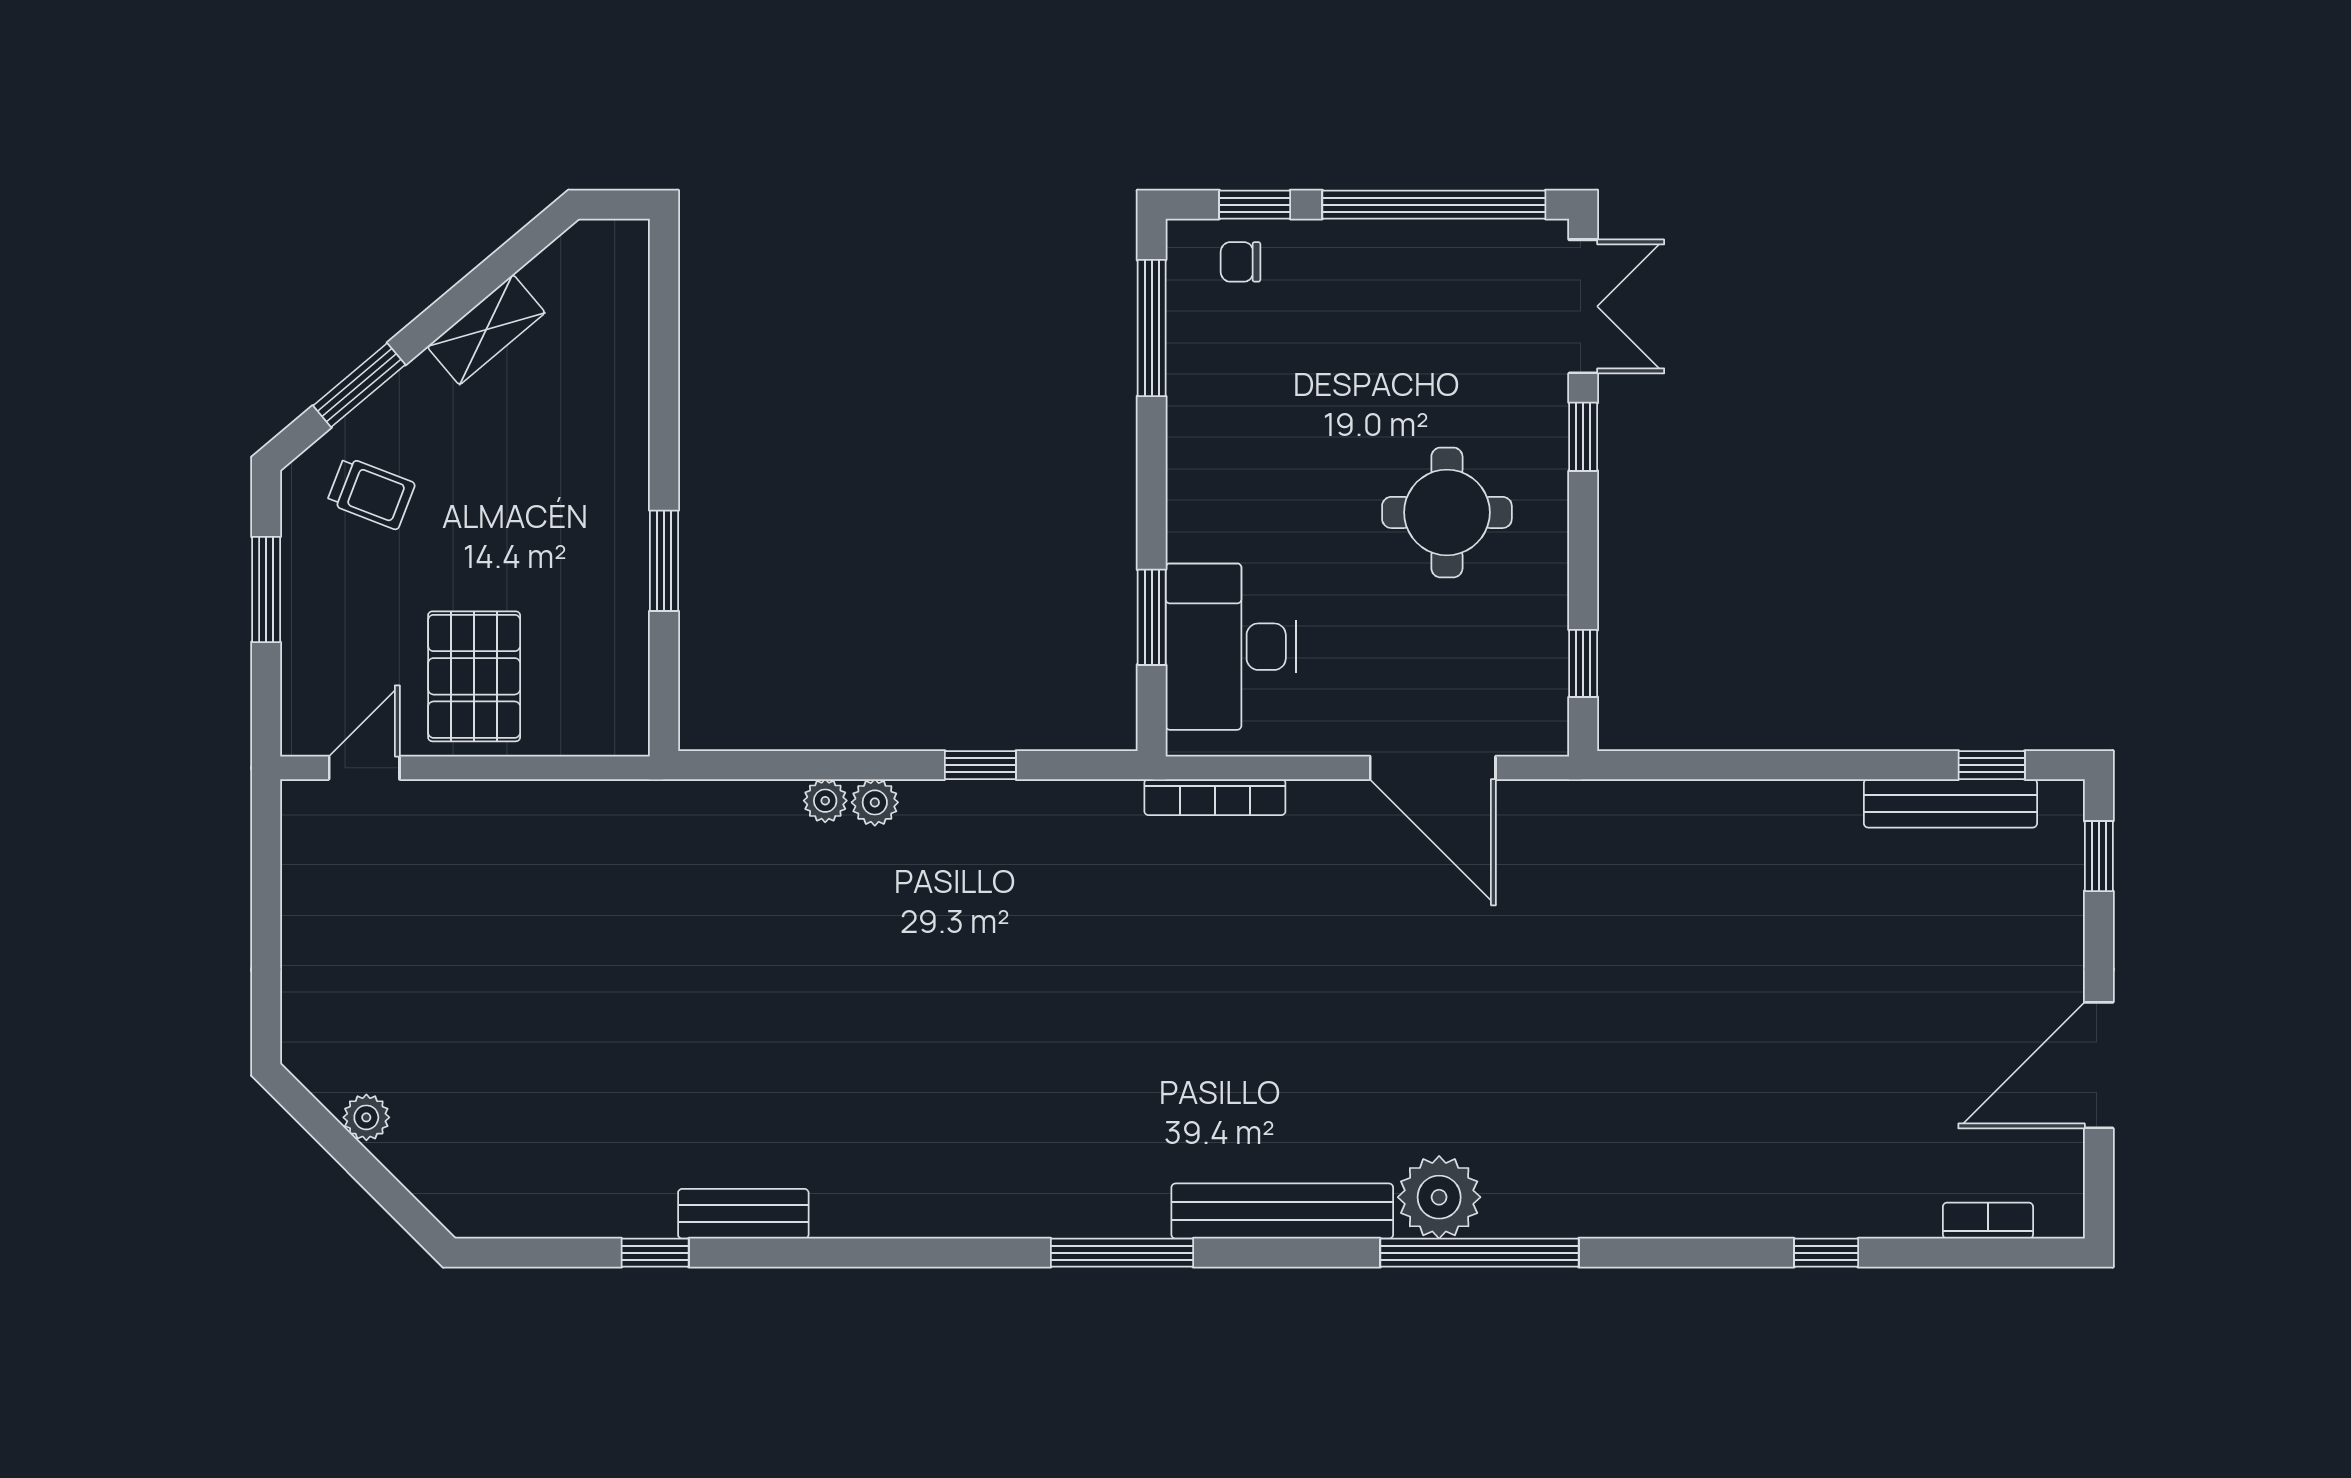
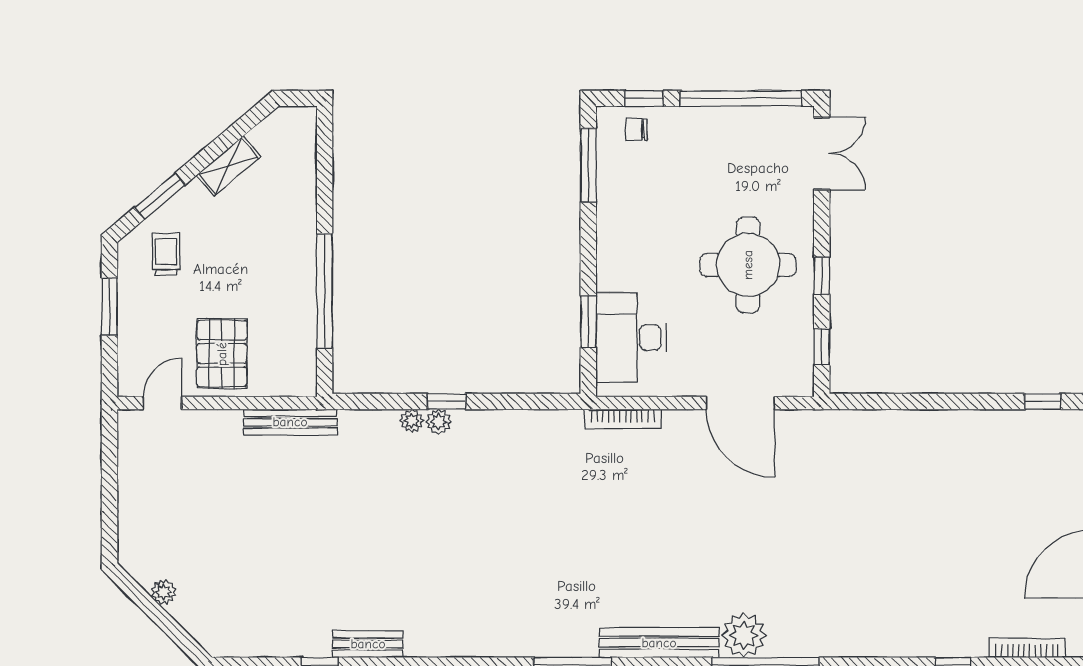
window: (1583, 437) -> (822, 276), moved
trolley: (371, 493) -> (166, 254), turned -111
round table: (1447, 512) -> (748, 265), width x1.36, depth x1.36
window: (664, 561) -> (325, 291), width x2.11
window: (980, 765) -> (446, 401), moved
bench: (1950, 803) -> (290, 422), moved
bookcase: (1988, 1221) -> (1027, 648), width x1.56

